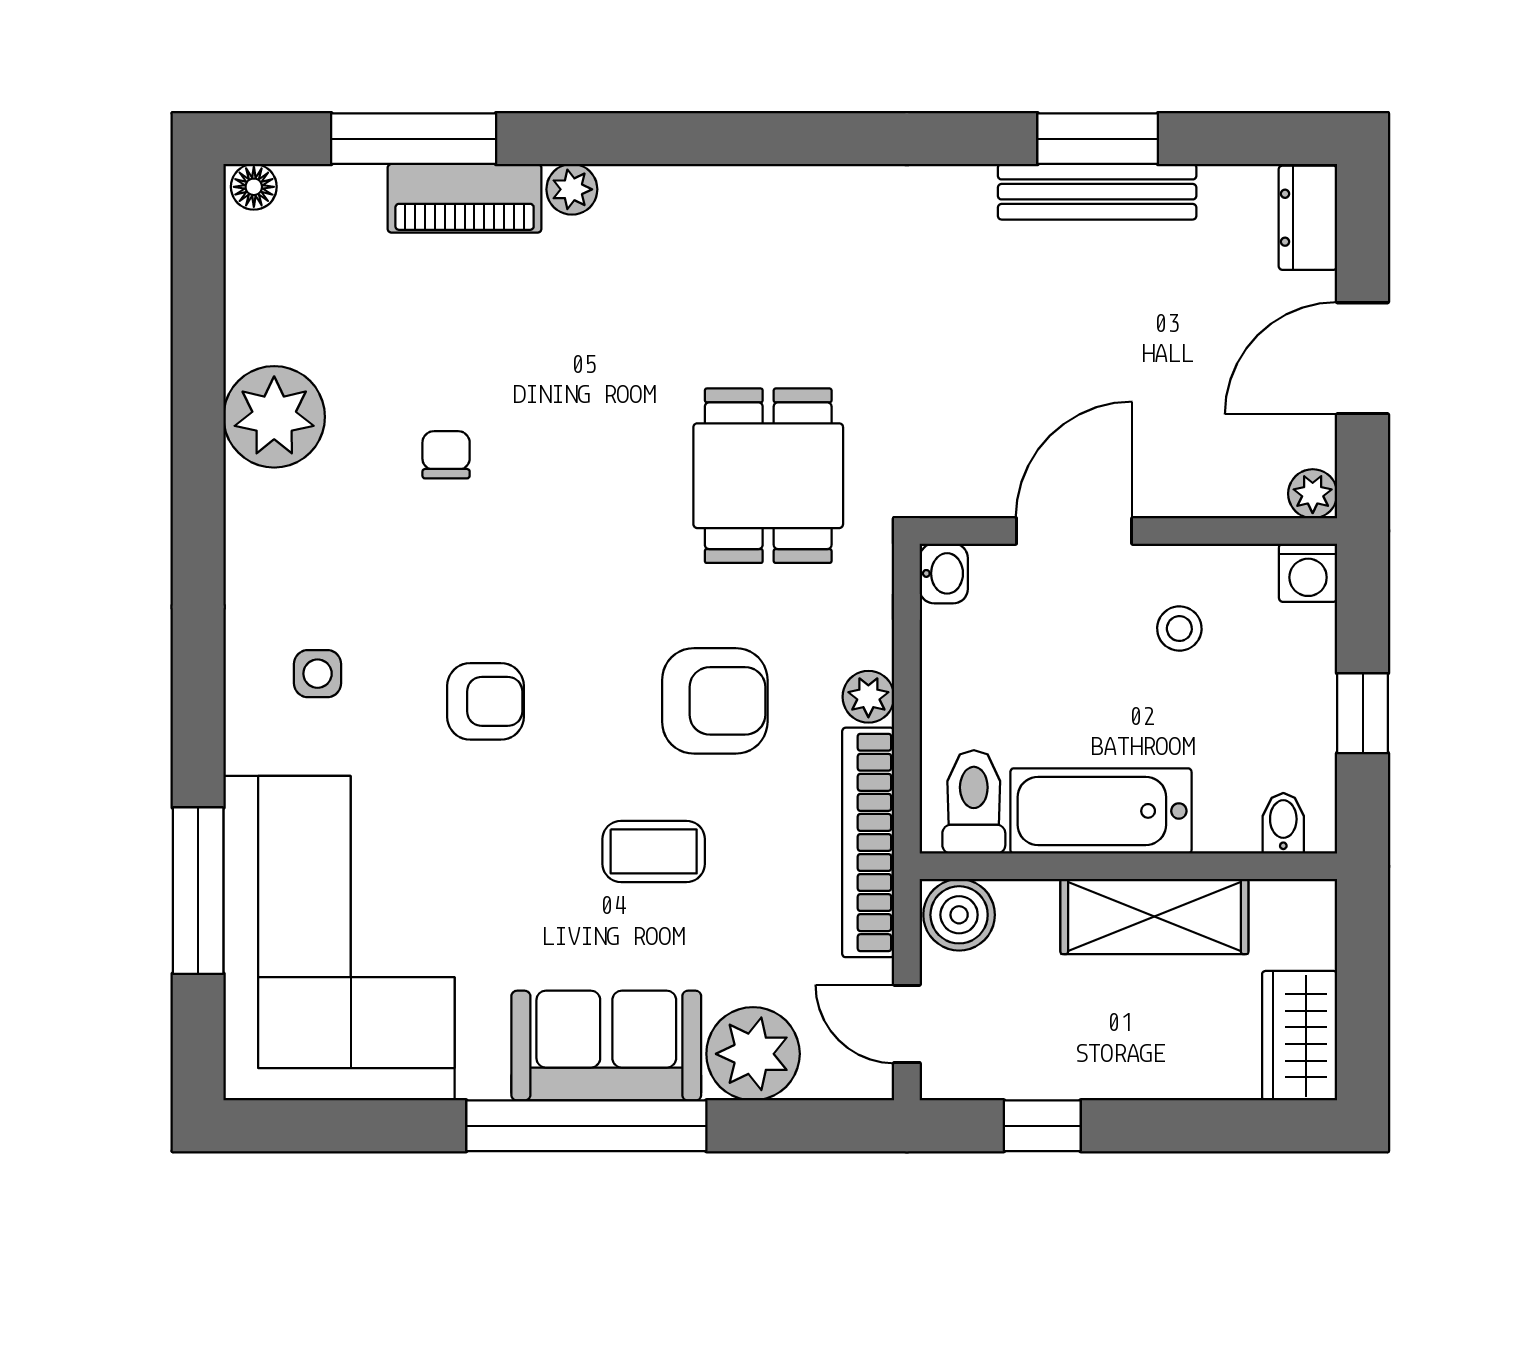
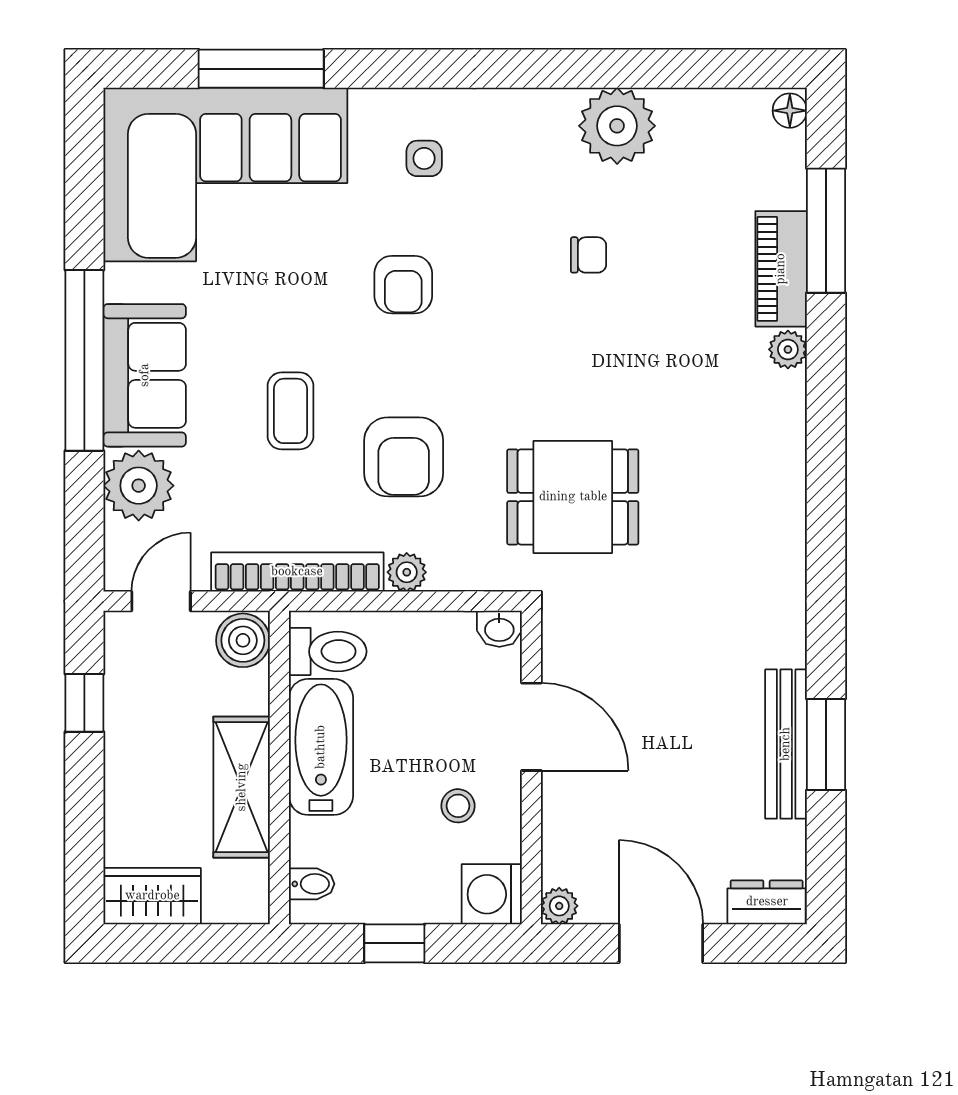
washing machine: (1308, 573) -> (492, 894), width x1.38, depth x1.38

